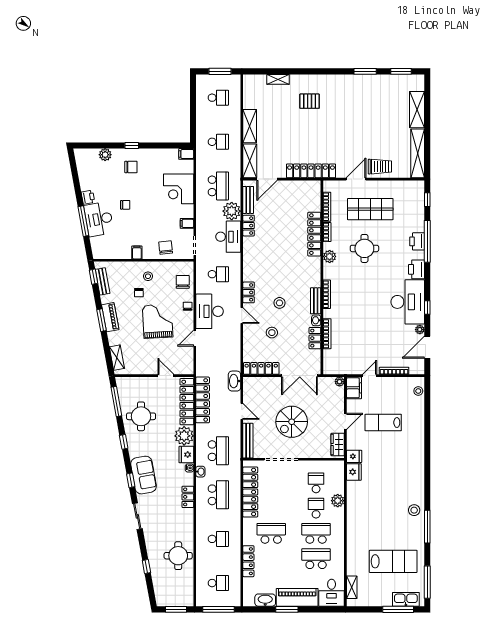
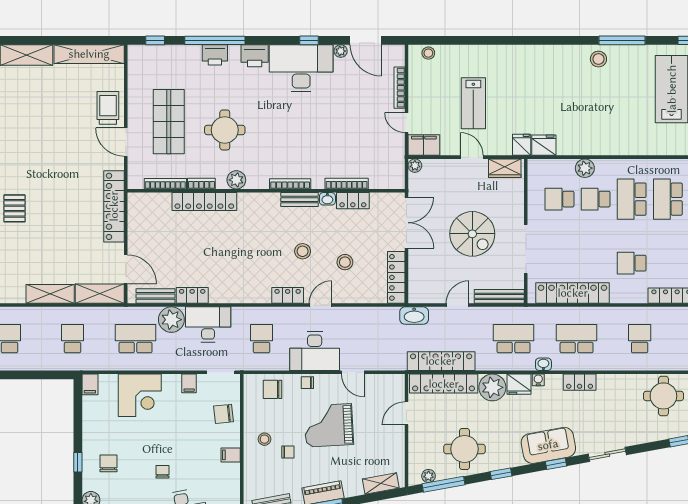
plant: (122, 391) -> (429, 476), added
school desk: (271, 533) -> (632, 263), width x0.54

